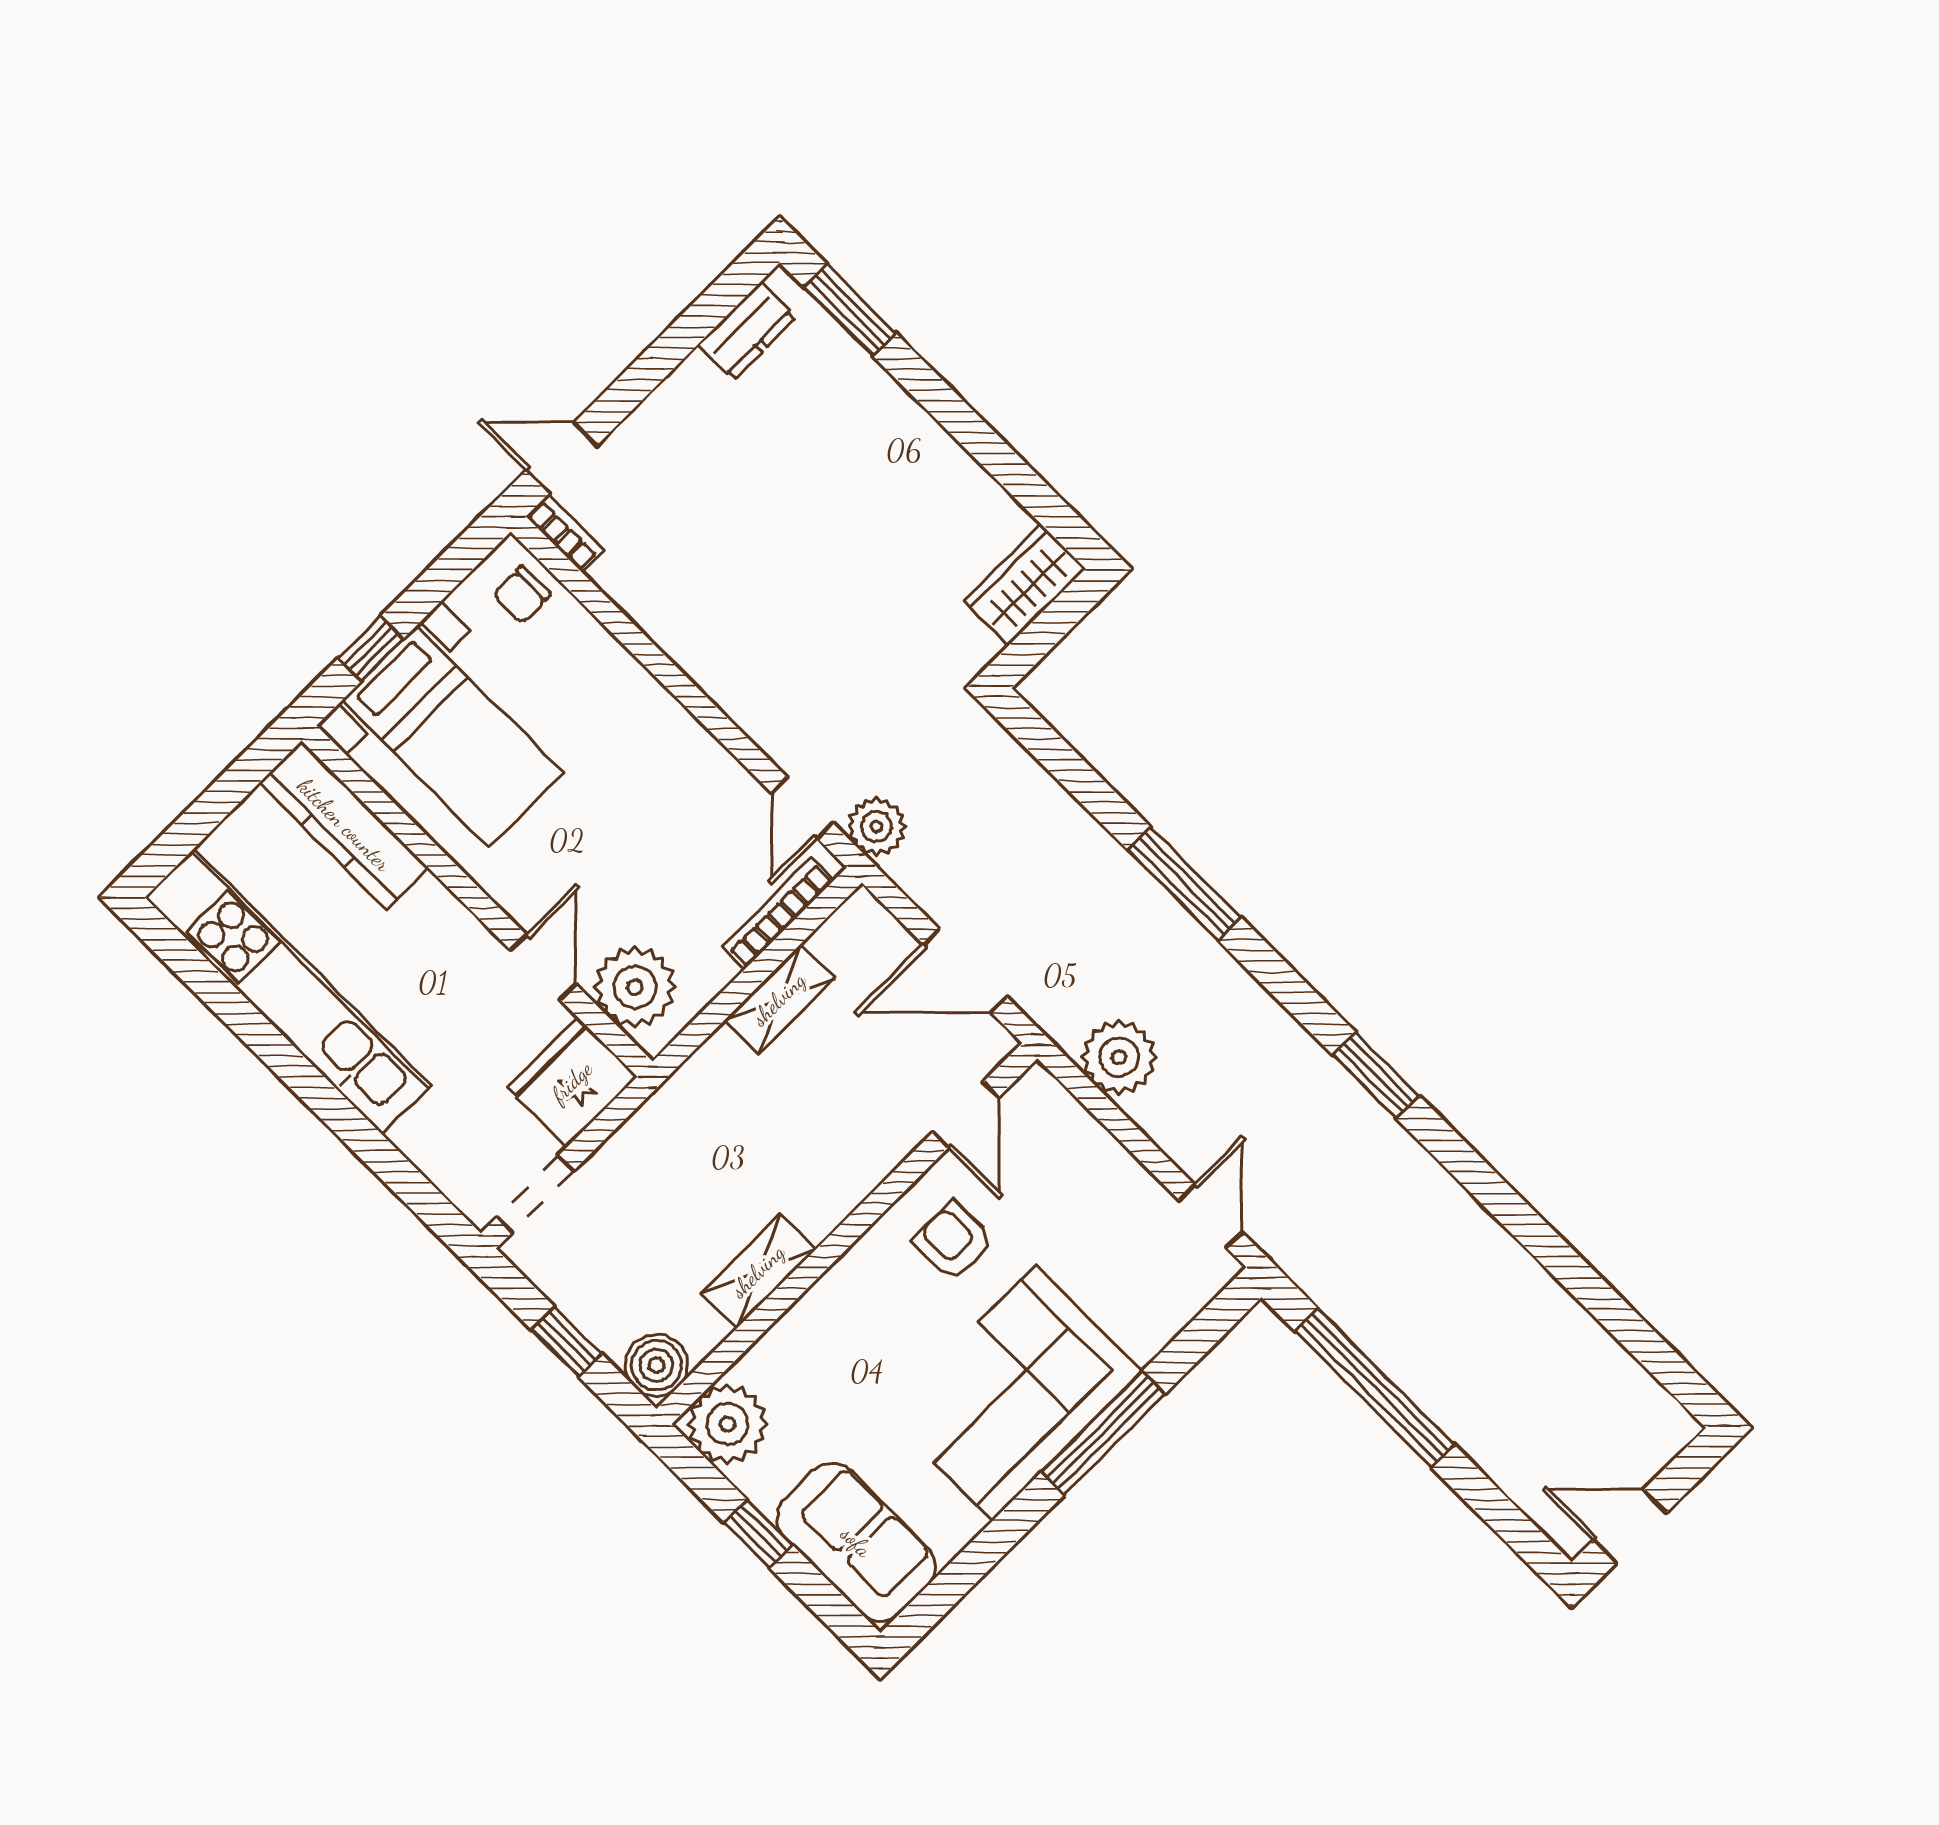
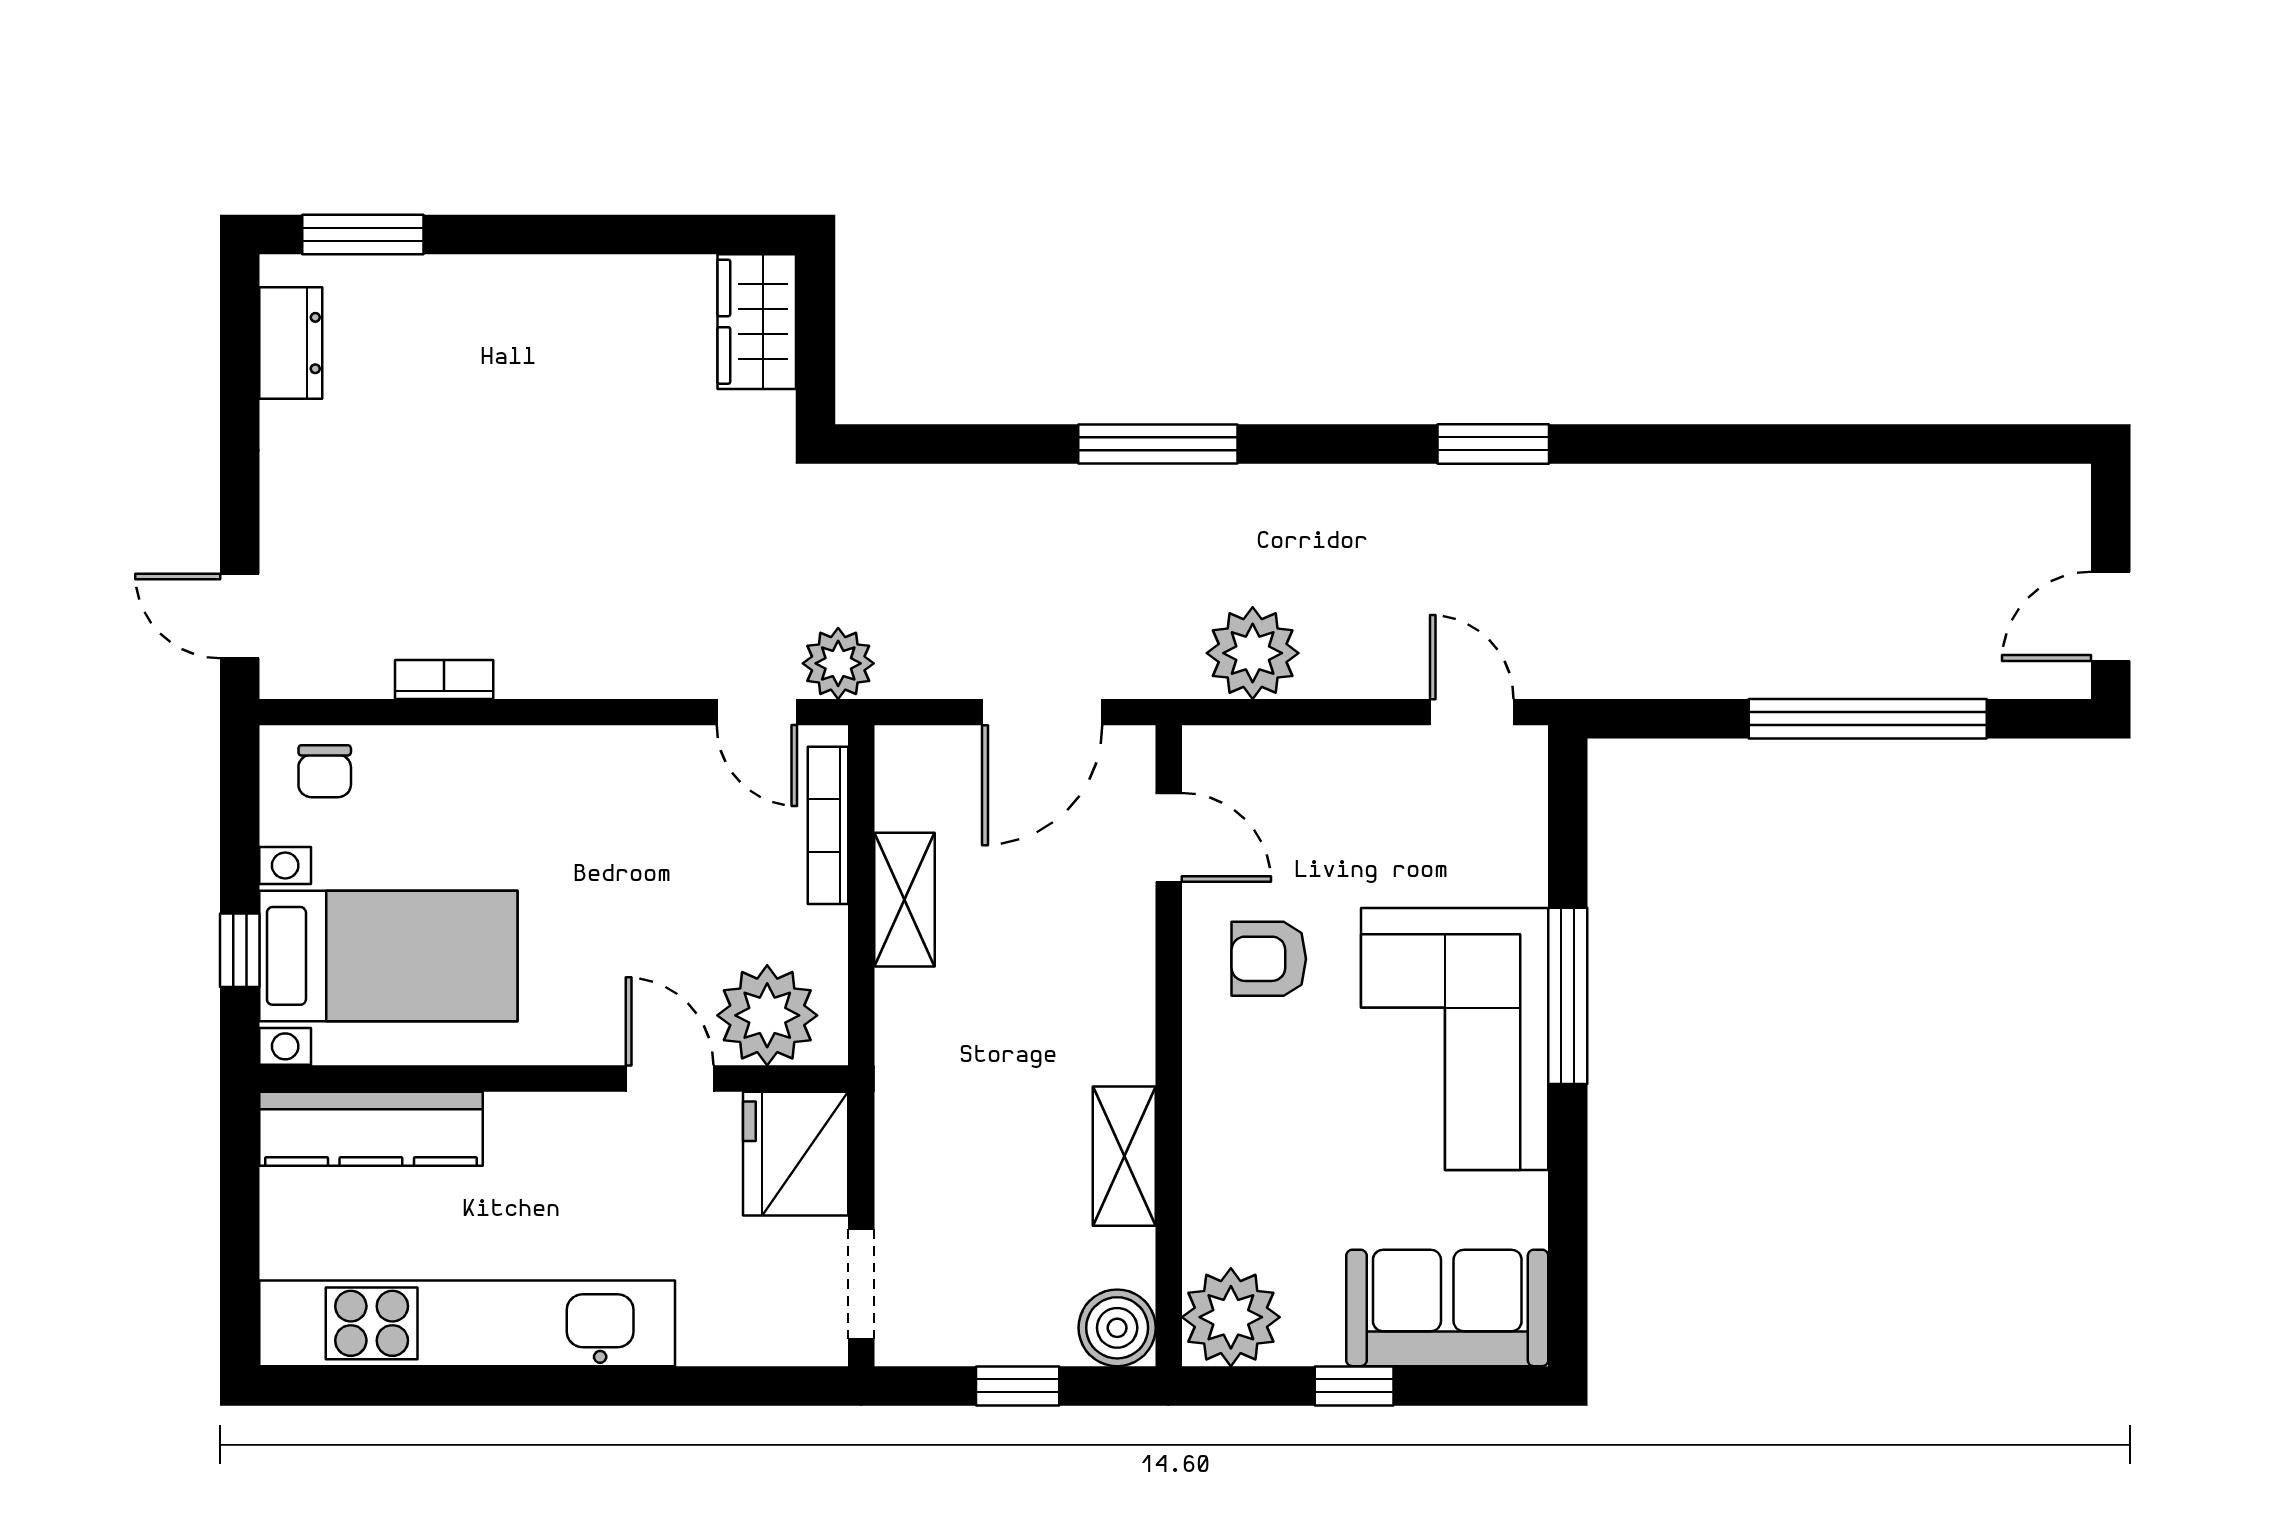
door: (562, 458) -> (240, 616), hinge flipped
bookcase: (565, 533) -> (444, 679), moved
window: (1374, 1388) -> (1868, 719), moved

